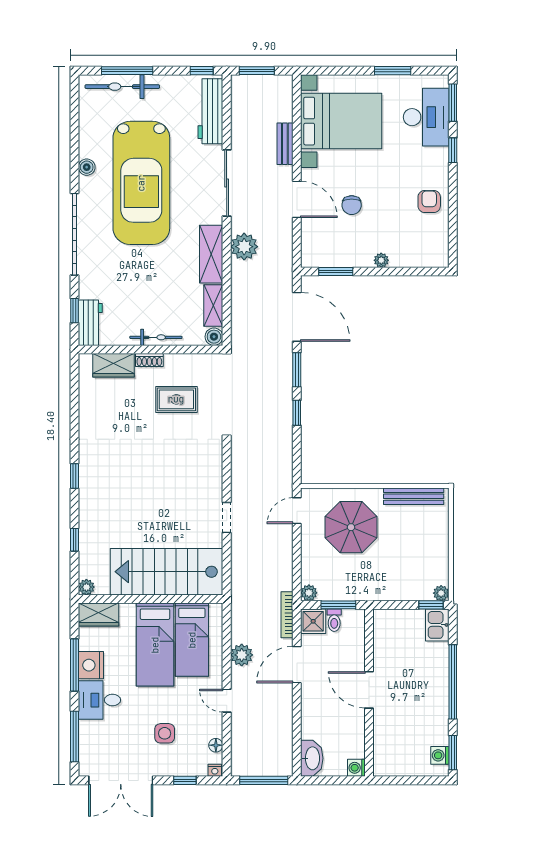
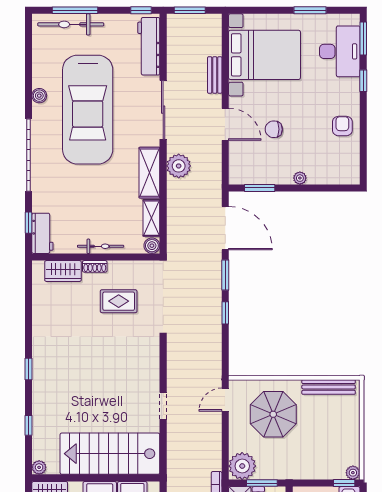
chair: (352, 205) -> (274, 129), turned 90
plant: (309, 593) -> (242, 466), width x1.88, depth x1.88

